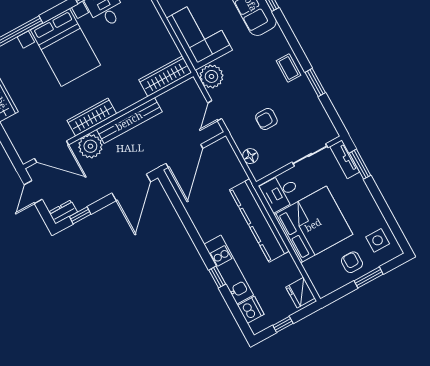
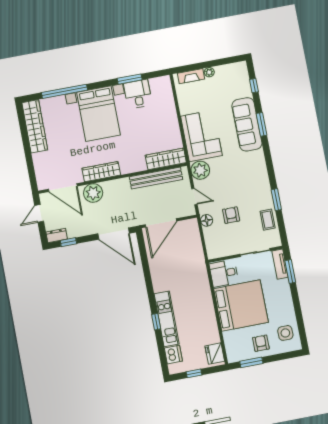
coffee table: (288, 68) -> (268, 220), moved
door: (215, 111) -> (194, 197), swing flipped
armchair: (266, 119) -> (231, 215), turned 90
bench: (129, 121) -> (156, 178), moved
floor lamp: (250, 156) -> (207, 220), moved
door: (131, 187) -> (114, 234), hinge flipped
kitchen counter: (259, 220) -> (201, 289), removed
window: (369, 277) -> (251, 362), moved

